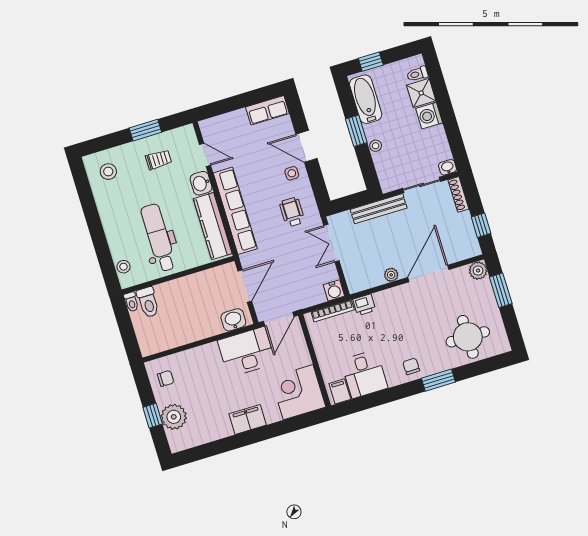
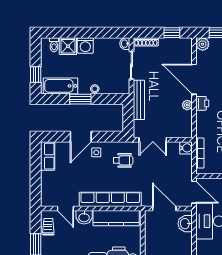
door: (205, 155) -> (65, 209), swing flipped
trolley: (159, 160) -> (48, 227), moved
wheelchair: (292, 212) -> (123, 160), turned 180
printer: (364, 305) -> (202, 103), moved

